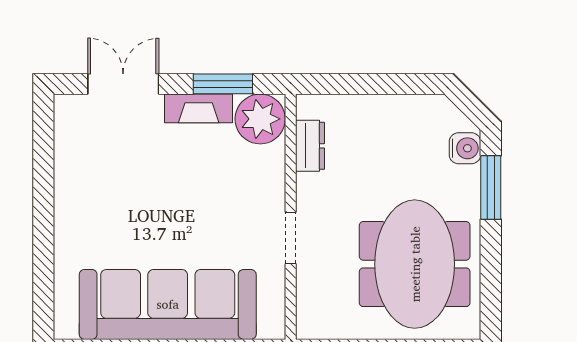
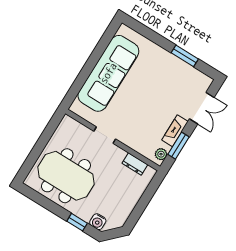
plant: (260, 119) -> (161, 154), width x0.53, depth x0.53
window: (43, 179) -> (185, 56), added
window: (491, 187) -> (77, 222), width x0.67

